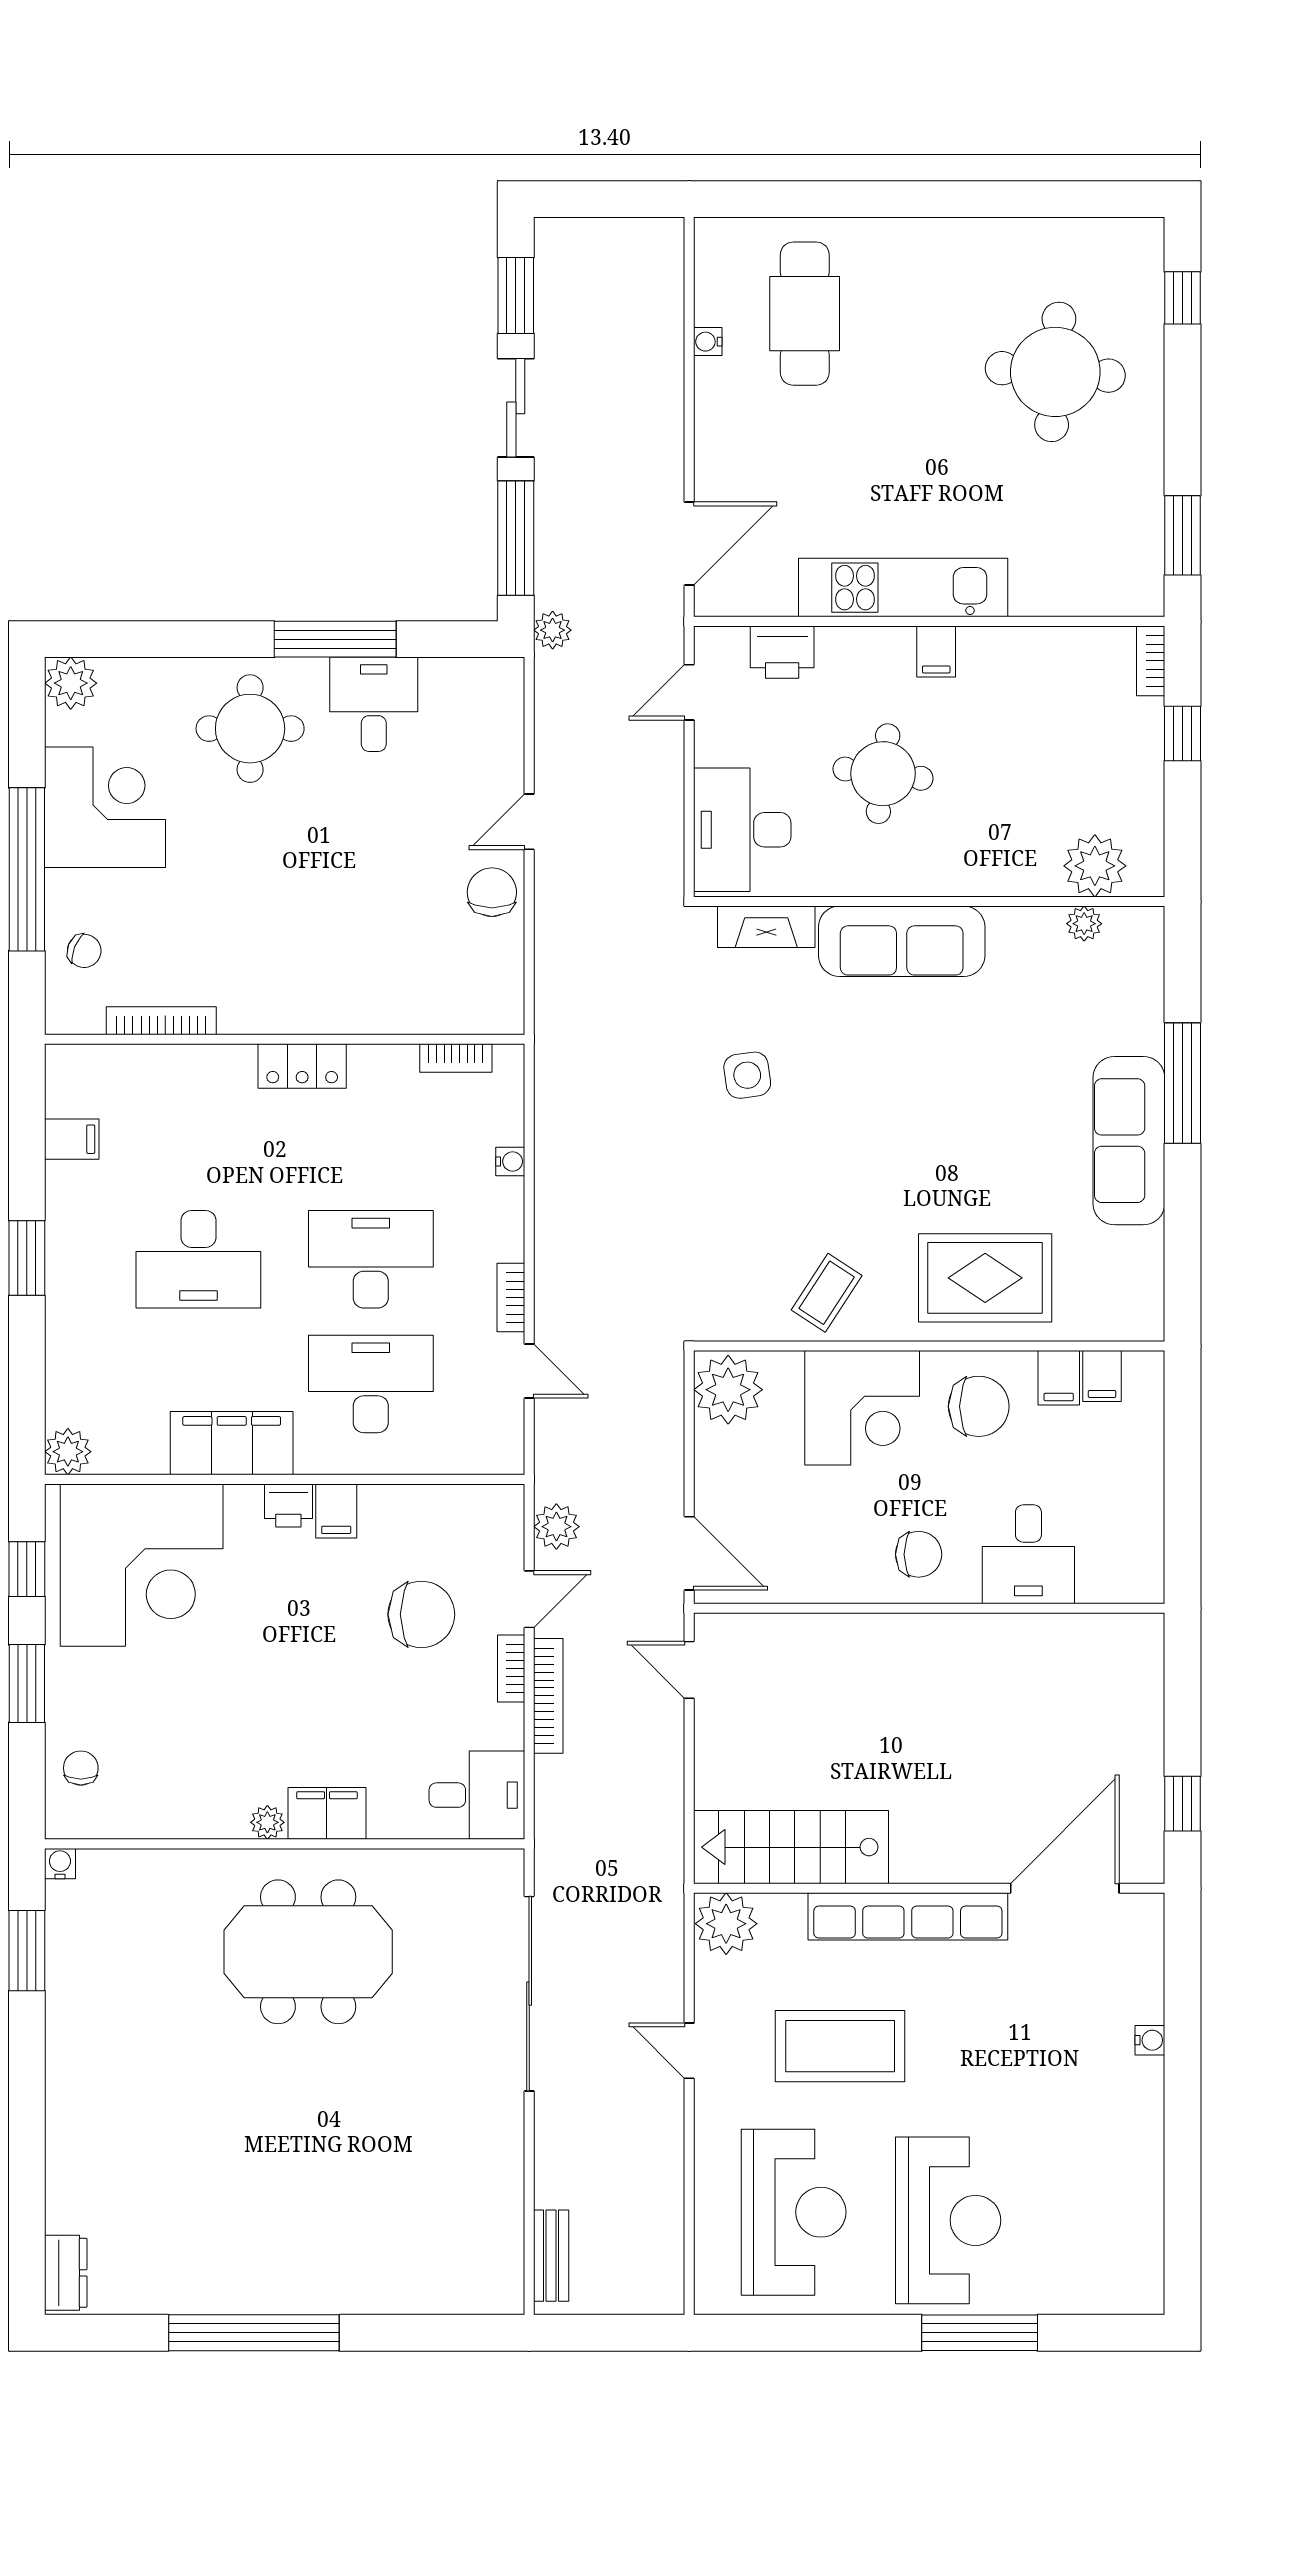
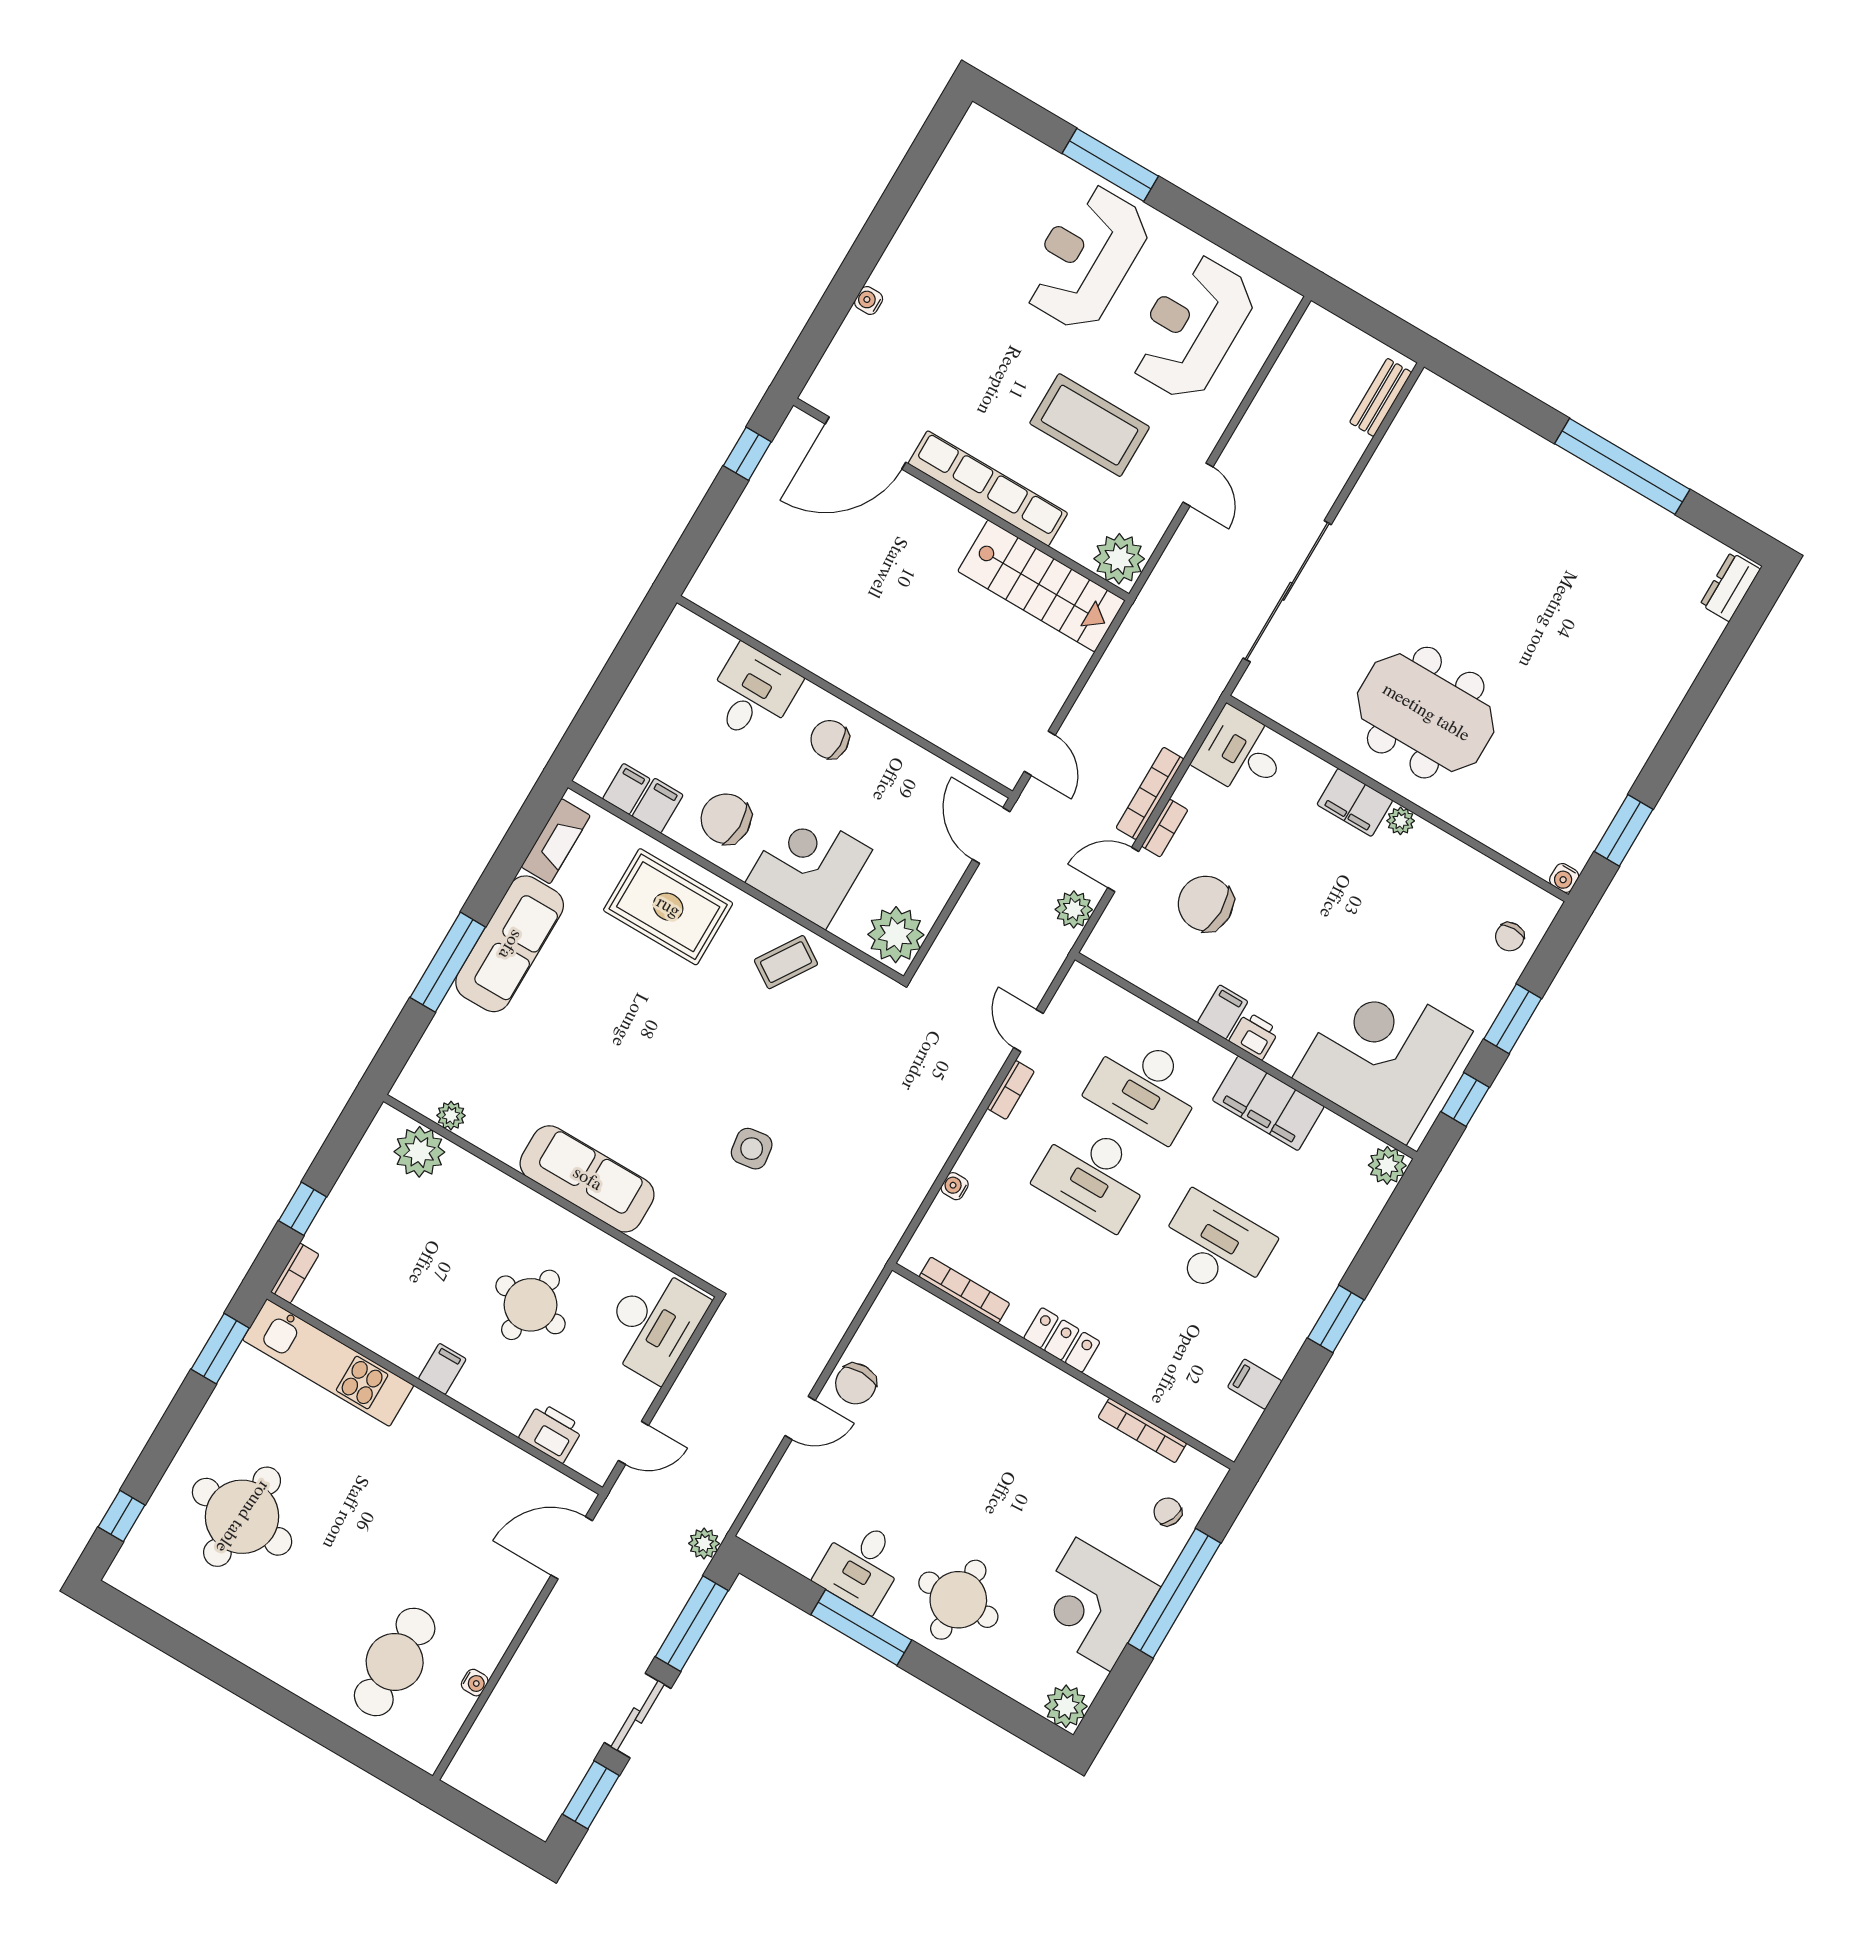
kitchen unit: (903, 588) -> (328, 1363), moved
fireplace: (766, 927) -> (556, 841), moved, turned 90
bookcase: (456, 1058) -> (964, 1290), width x1.56

